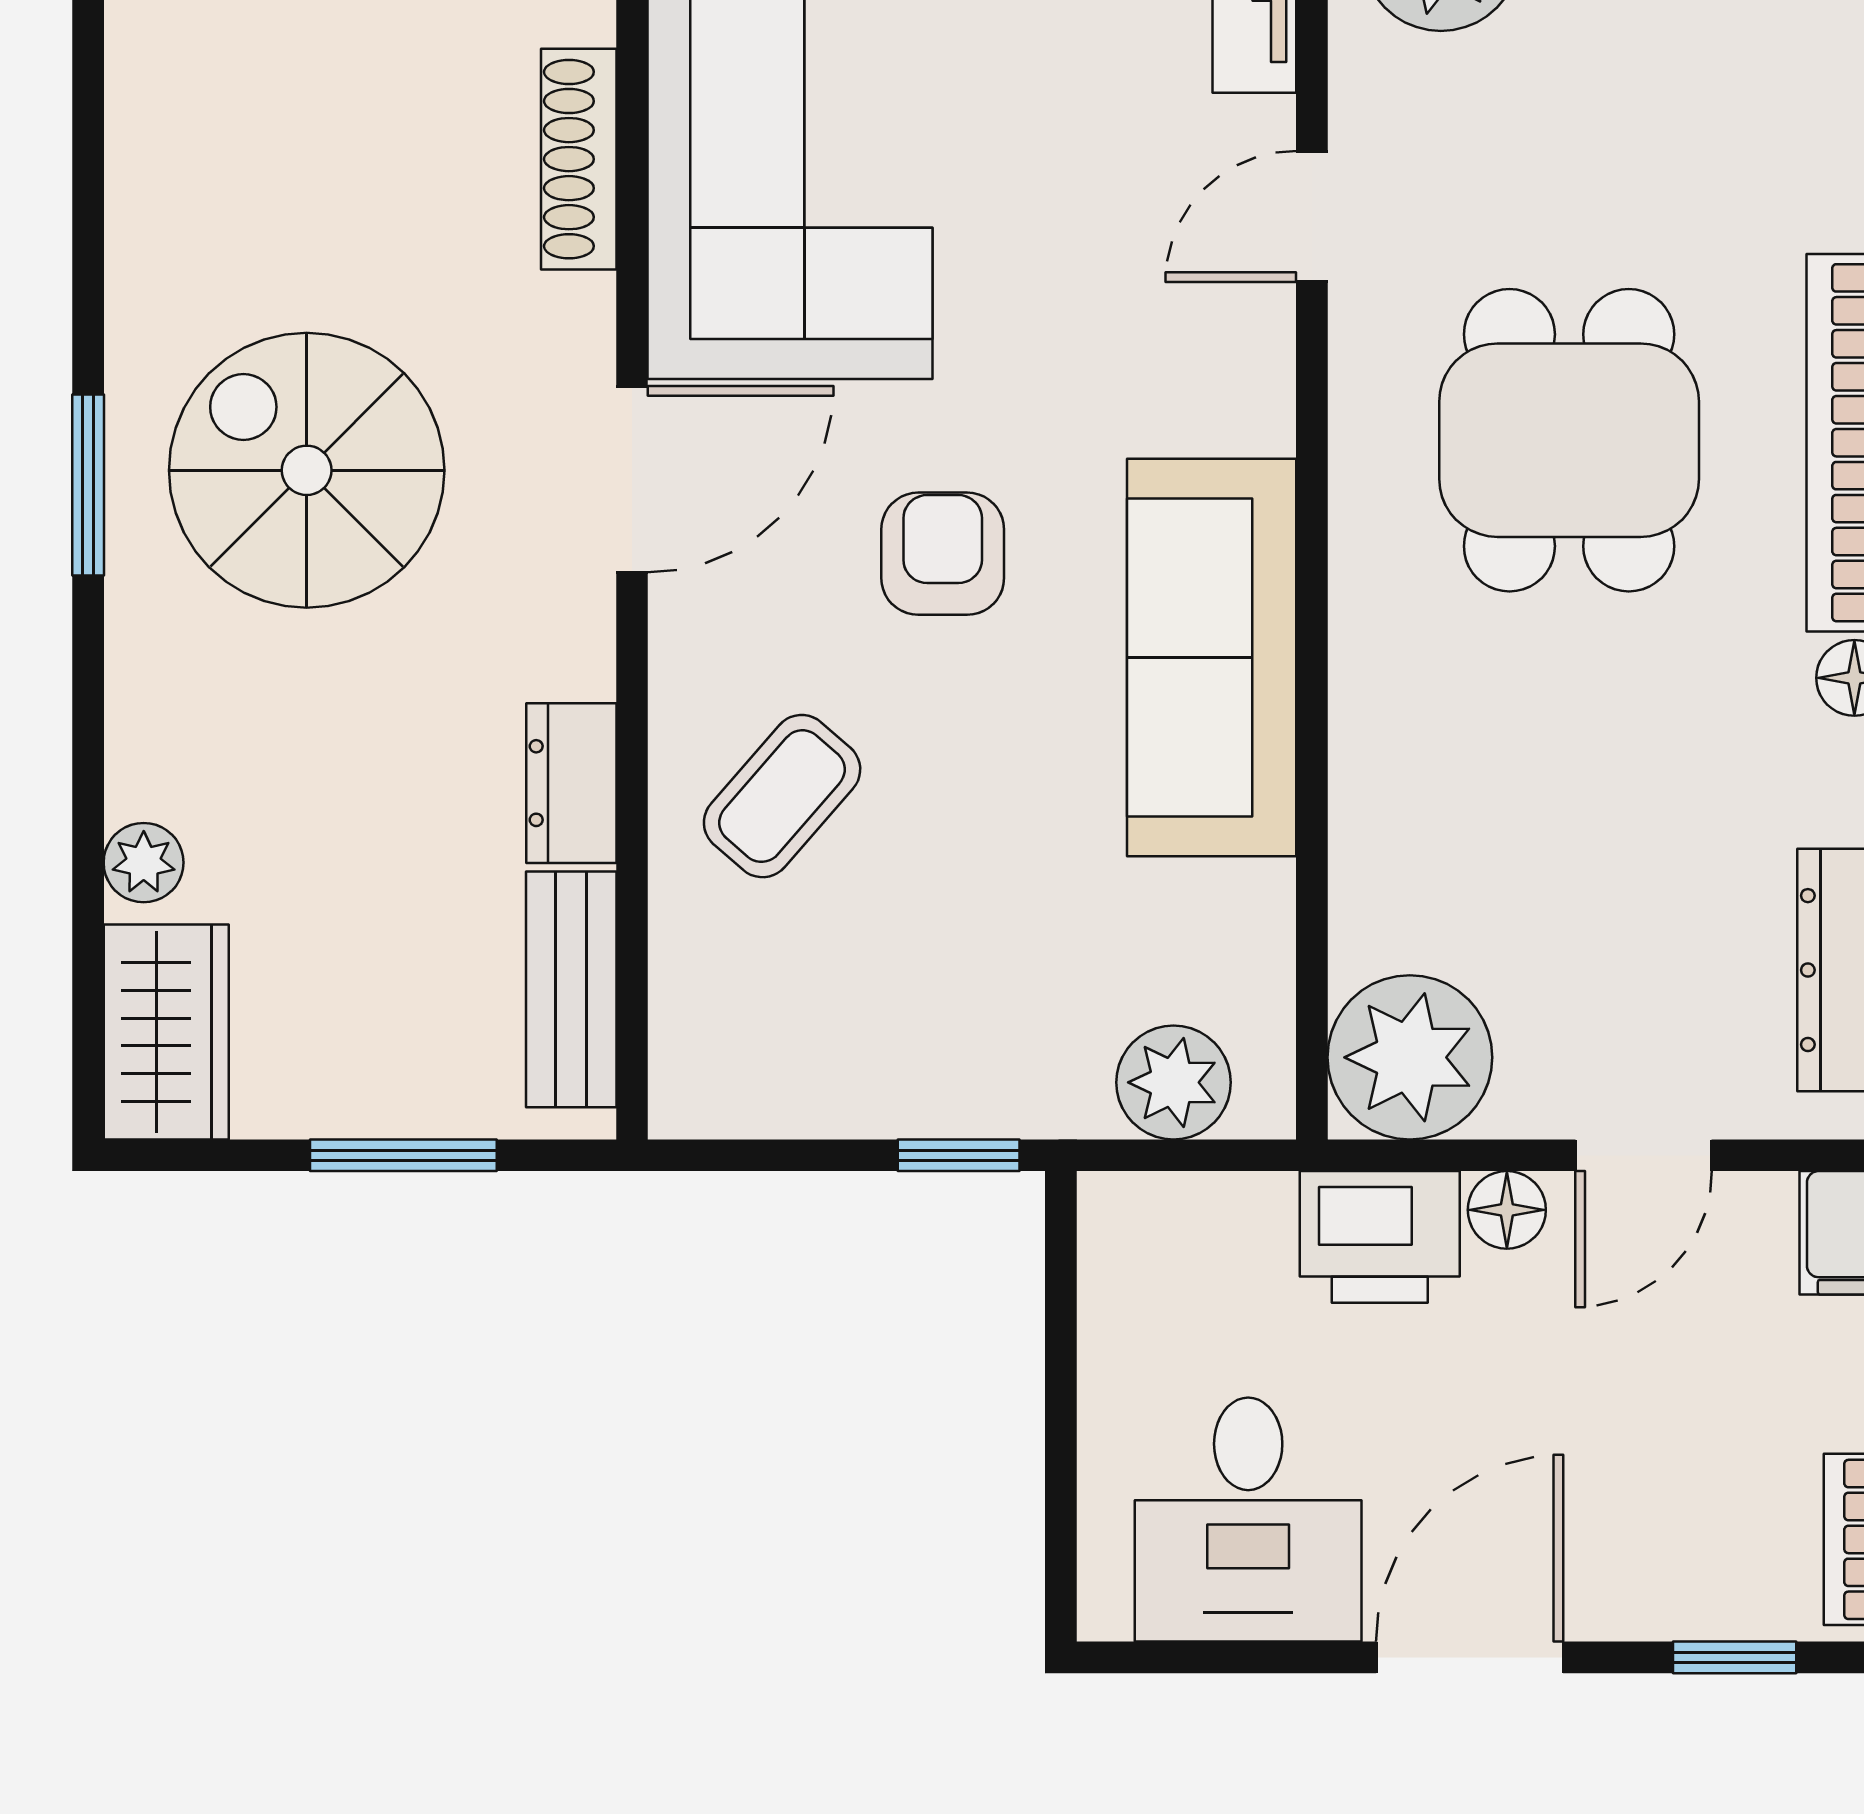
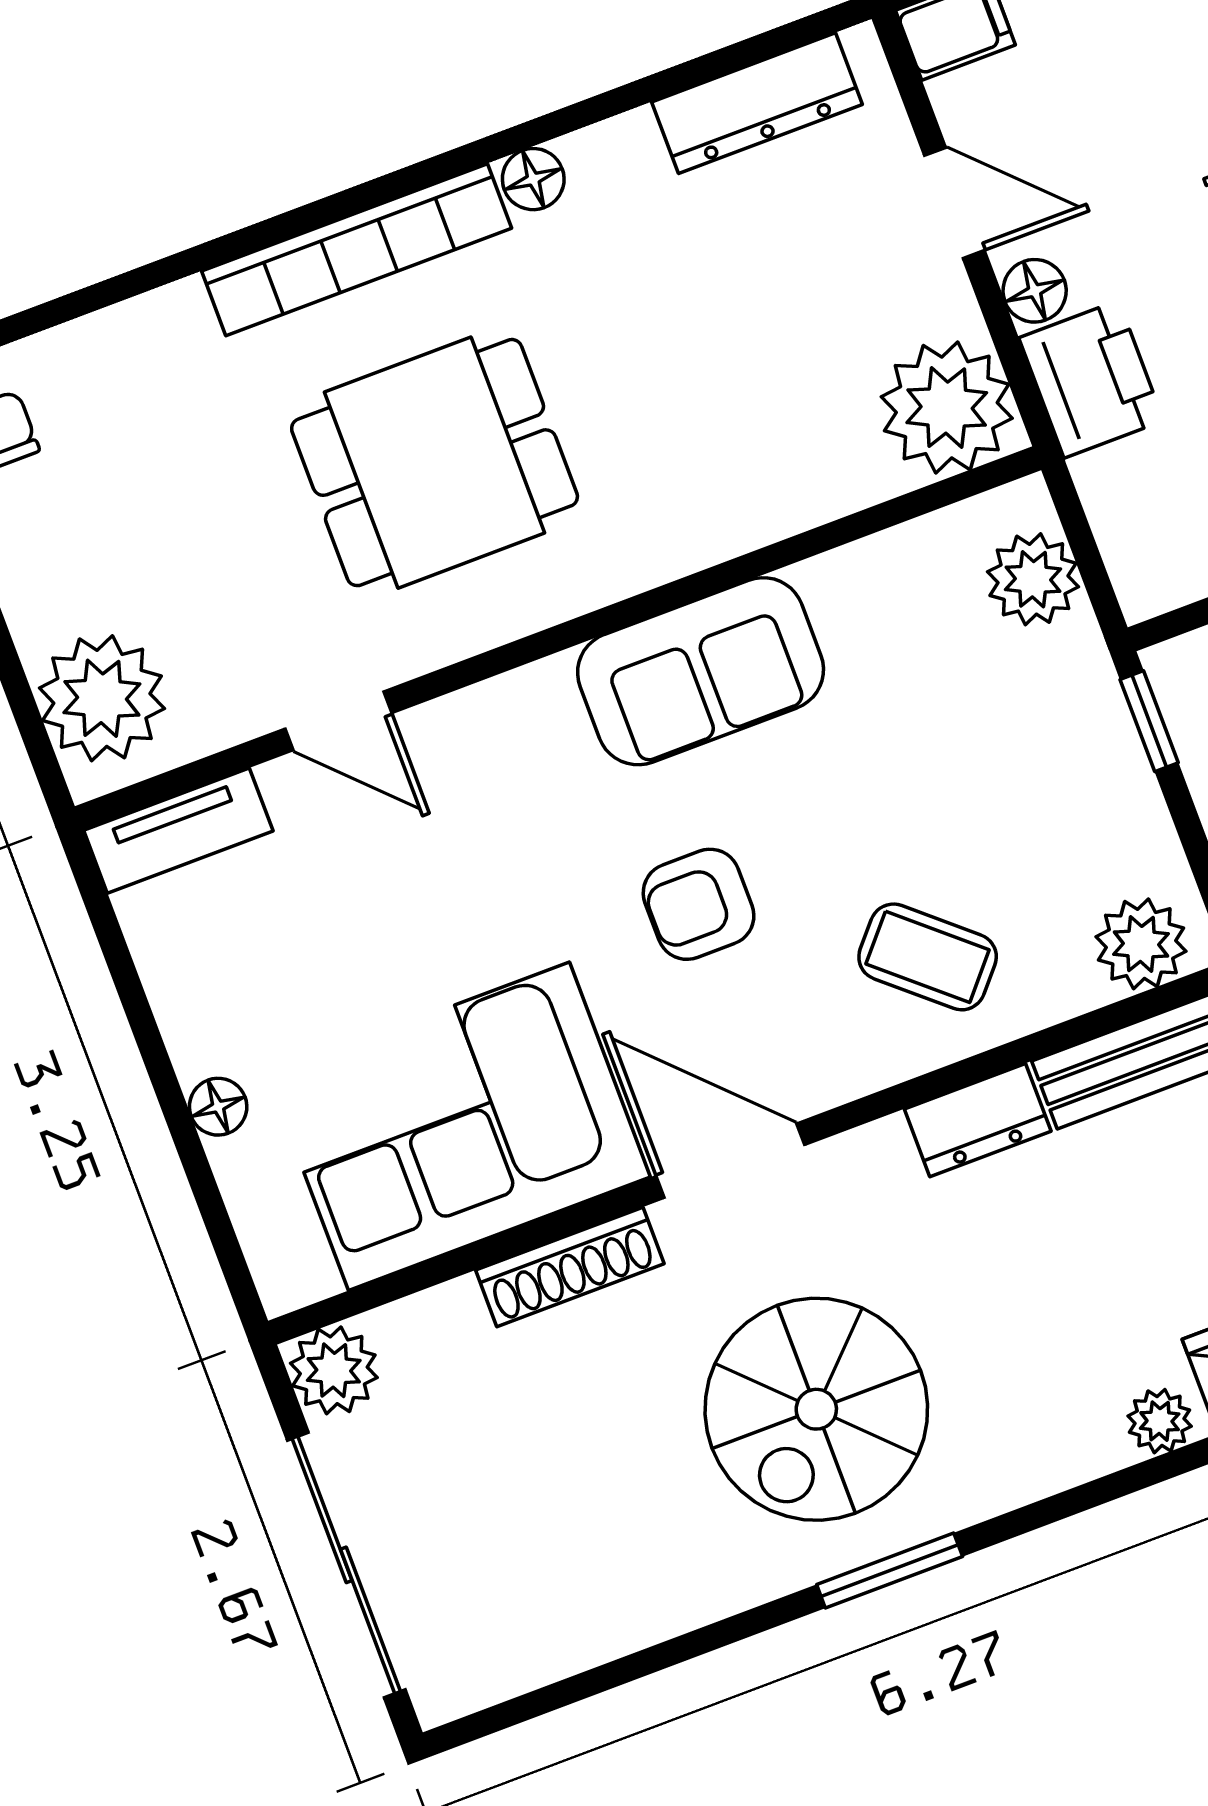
shoe rack: (579, 159) -> (570, 1267), moved
sofa: (1212, 657) -> (701, 671), width x0.73
plant: (704, 1049) -> (1141, 944), added

